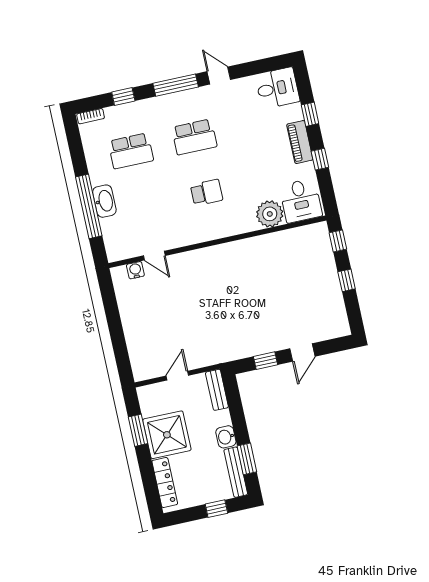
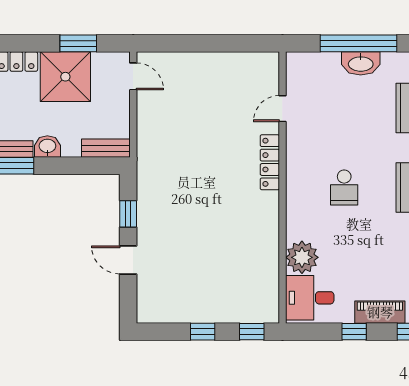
locker: (199, 256) -> (270, 162), added
water cooler: (135, 270) -> (270, 82), removed
door: (177, 376) -> (133, 76), moved

